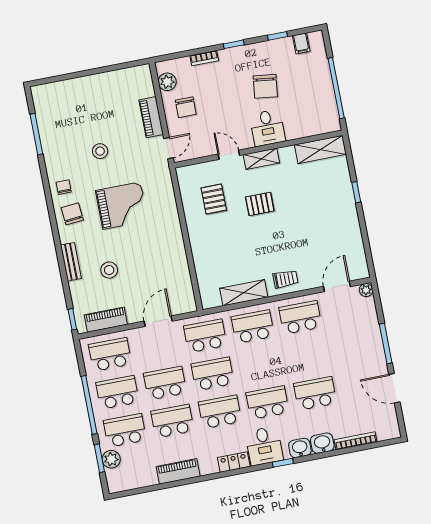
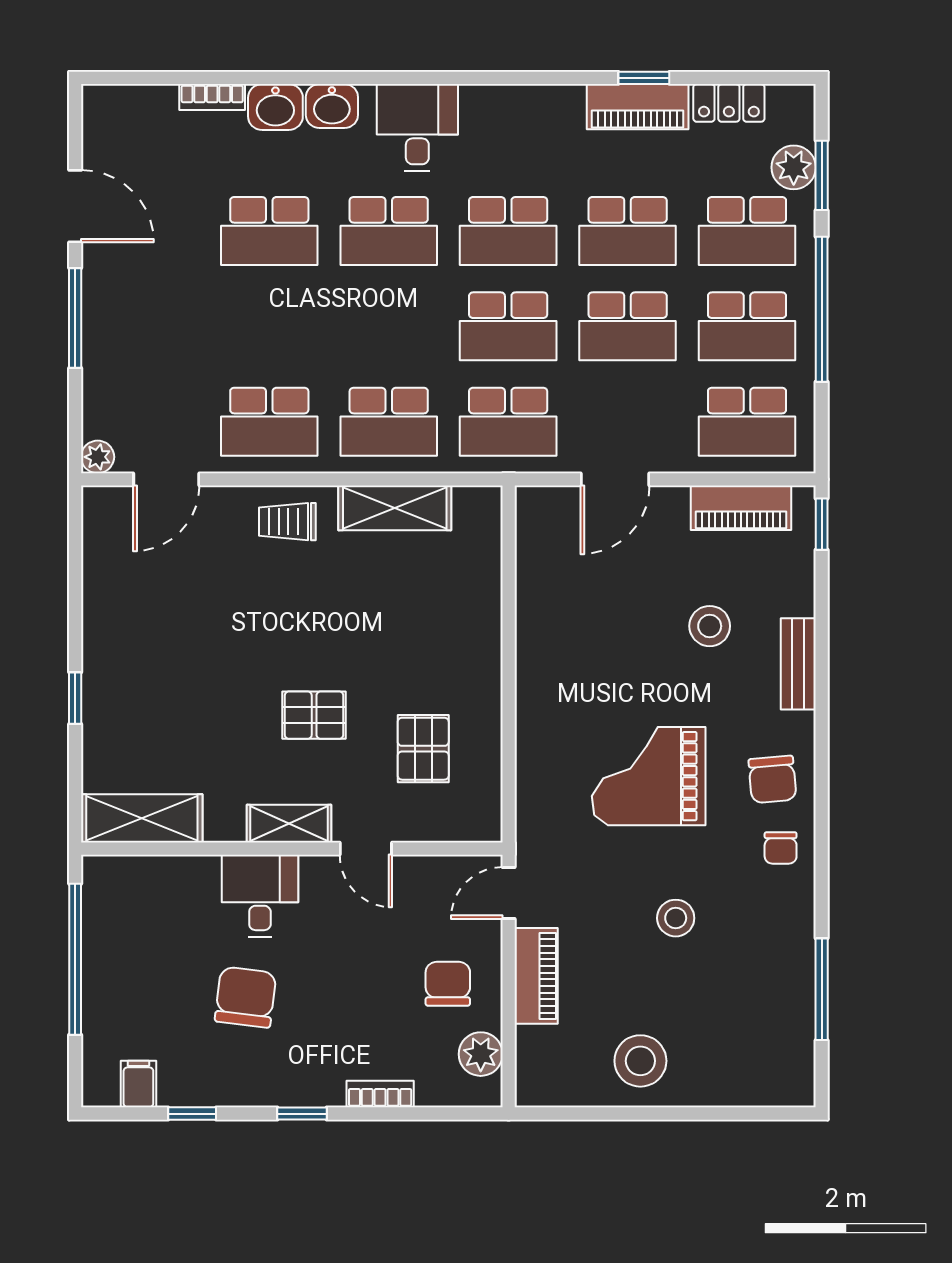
stool: (103, 91) -> (640, 1061), added
bookcase: (356, 441) -> (212, 97), width x0.64
locker: (234, 462) -> (729, 103), moved
window: (283, 463) -> (644, 78), moved

